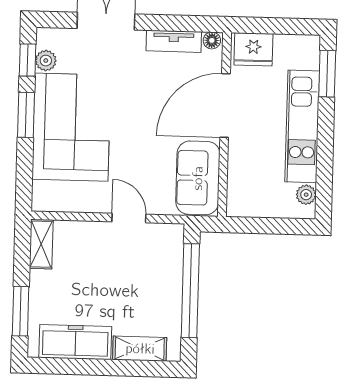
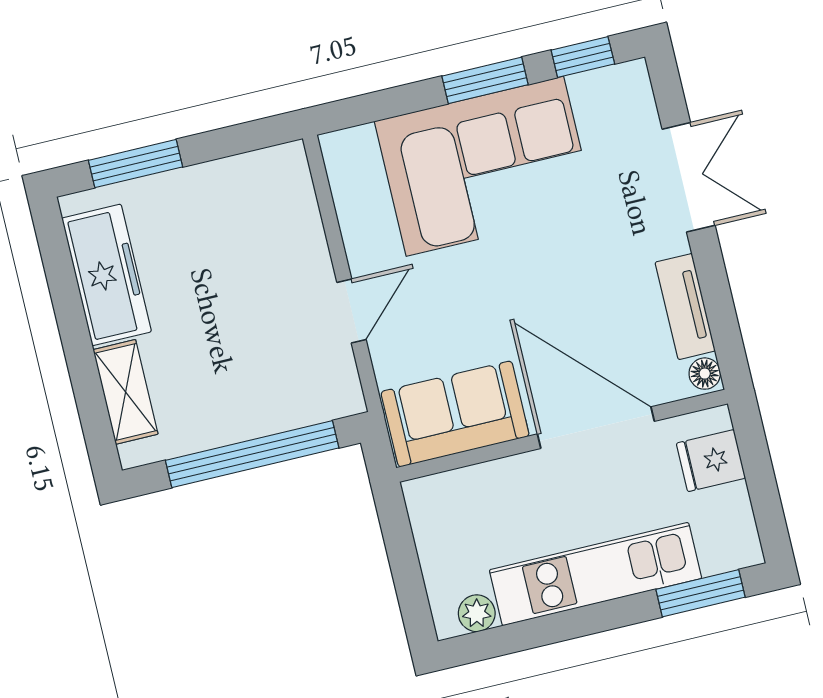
fridge: (253, 49) -> (711, 461), width x0.72
plant: (46, 61) -> (591, 90), removed
shelving: (41, 244) -> (264, 168), removed

